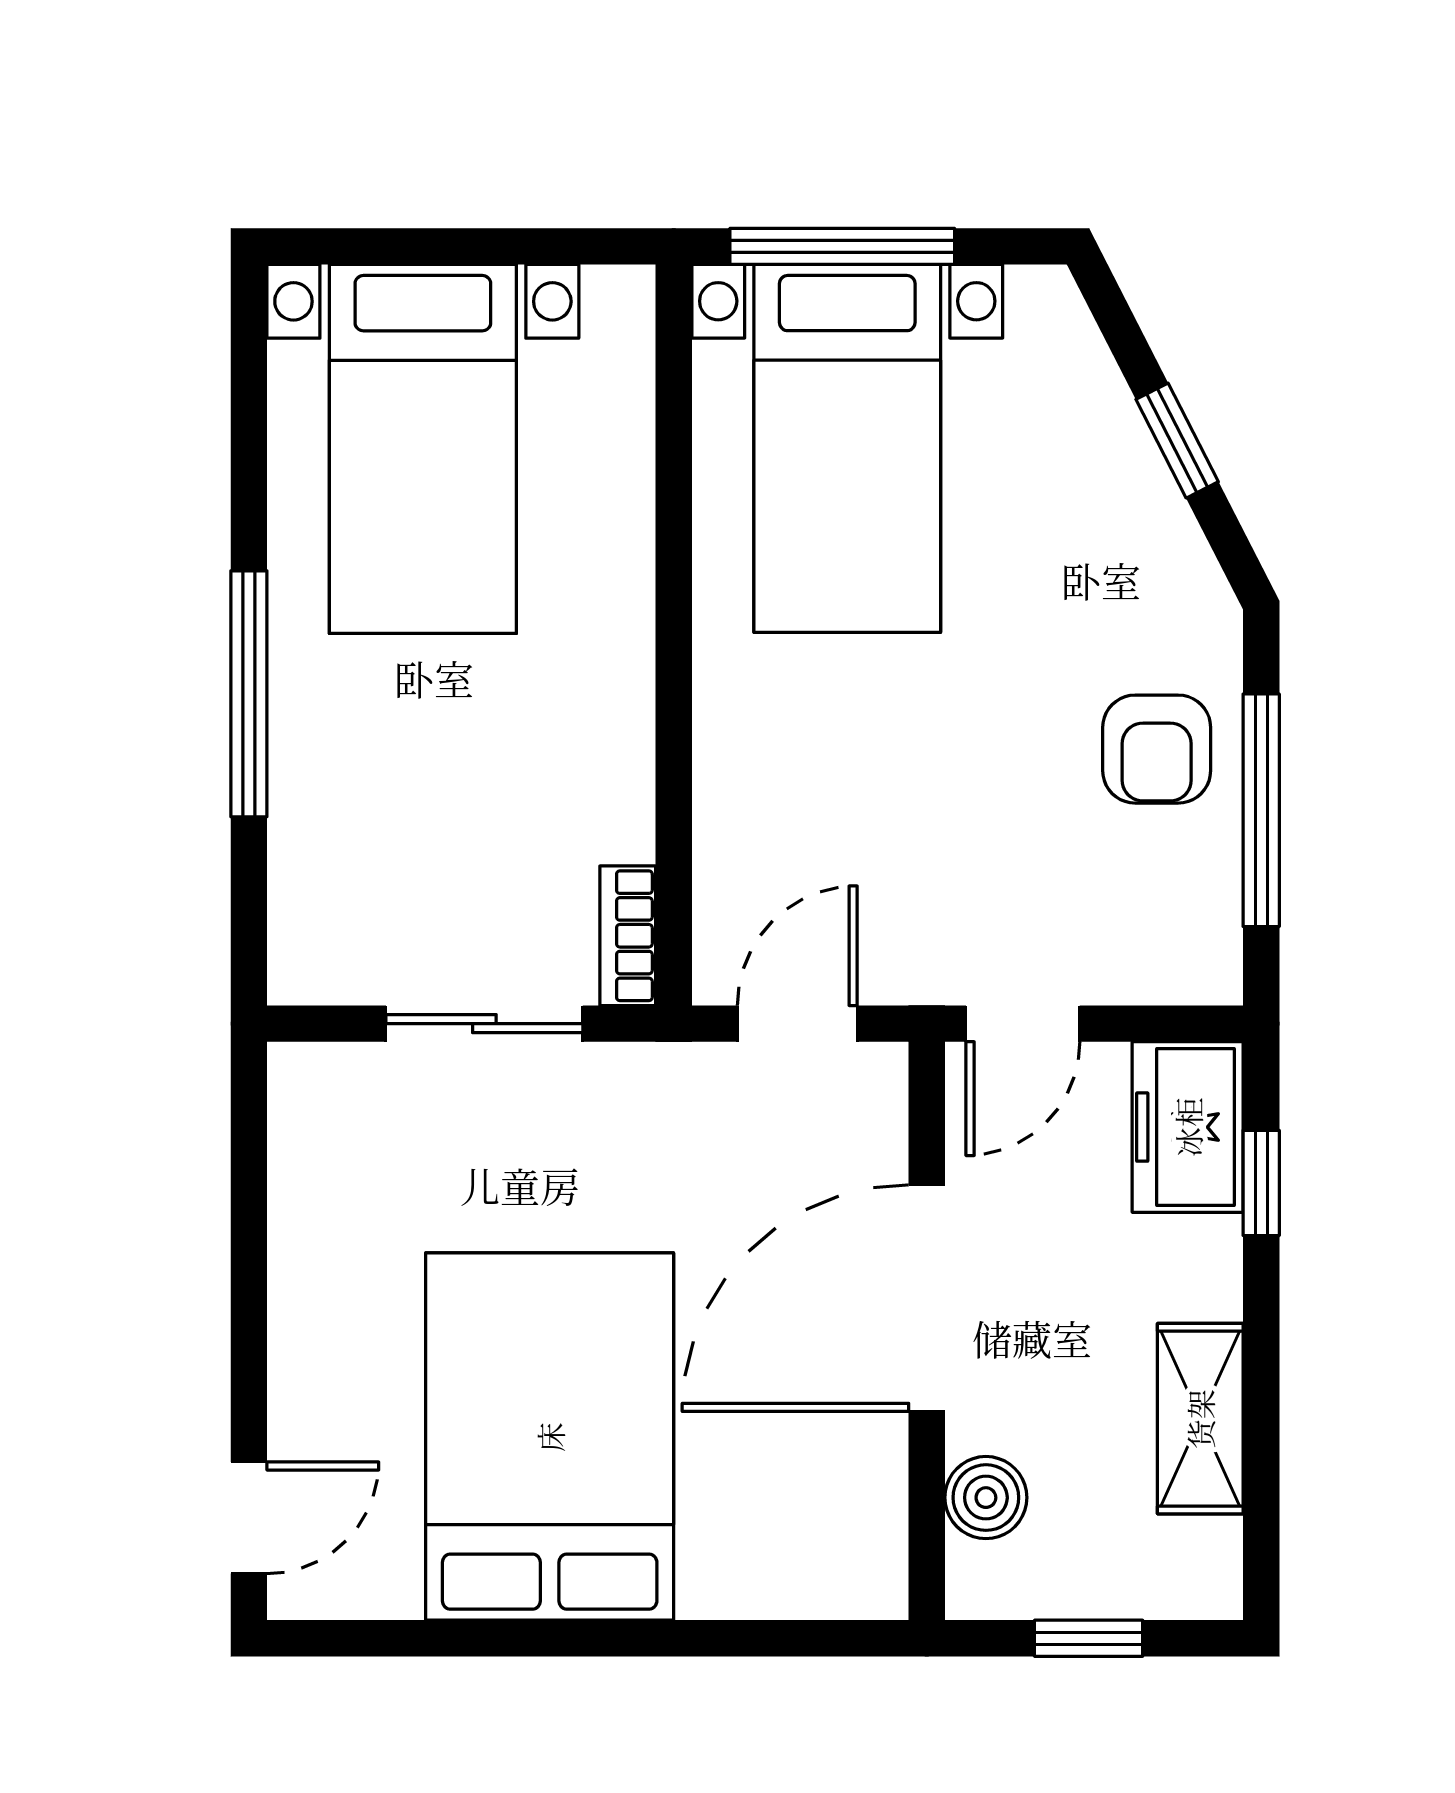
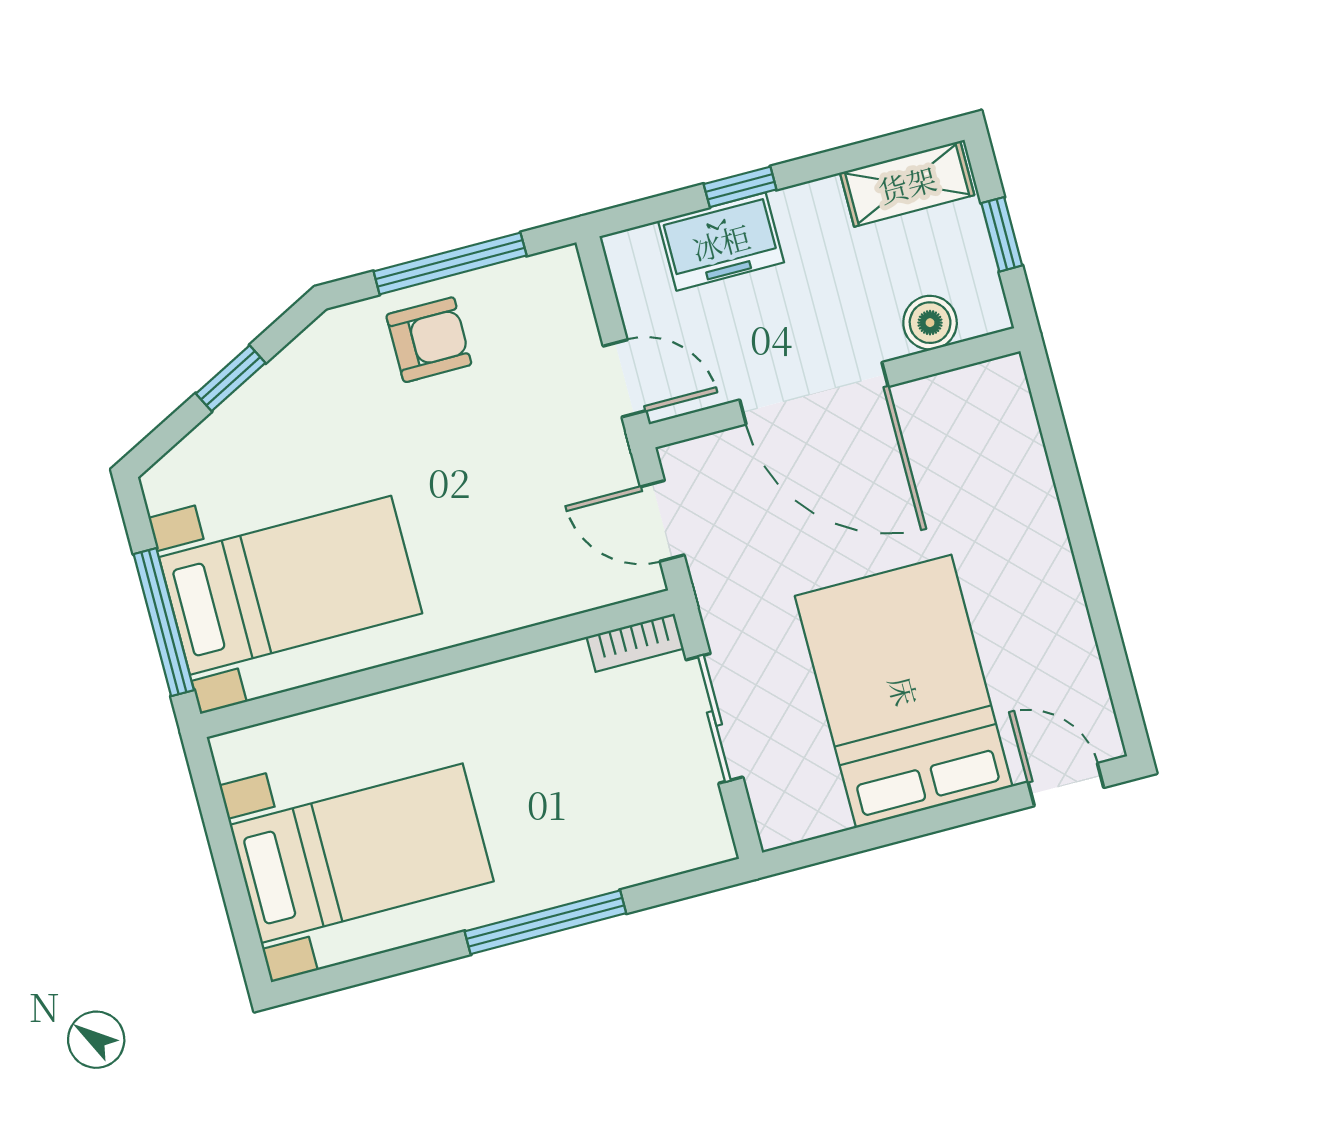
freezer: (1188, 1127) -> (721, 242), moved
window: (1261, 1183) -> (740, 187), moved
shelving: (1200, 1419) -> (907, 184), moved
bed: (550, 1437) -> (904, 691), moved, turned 90

